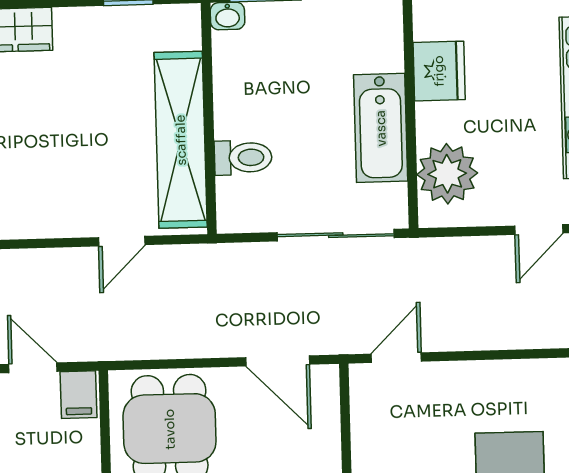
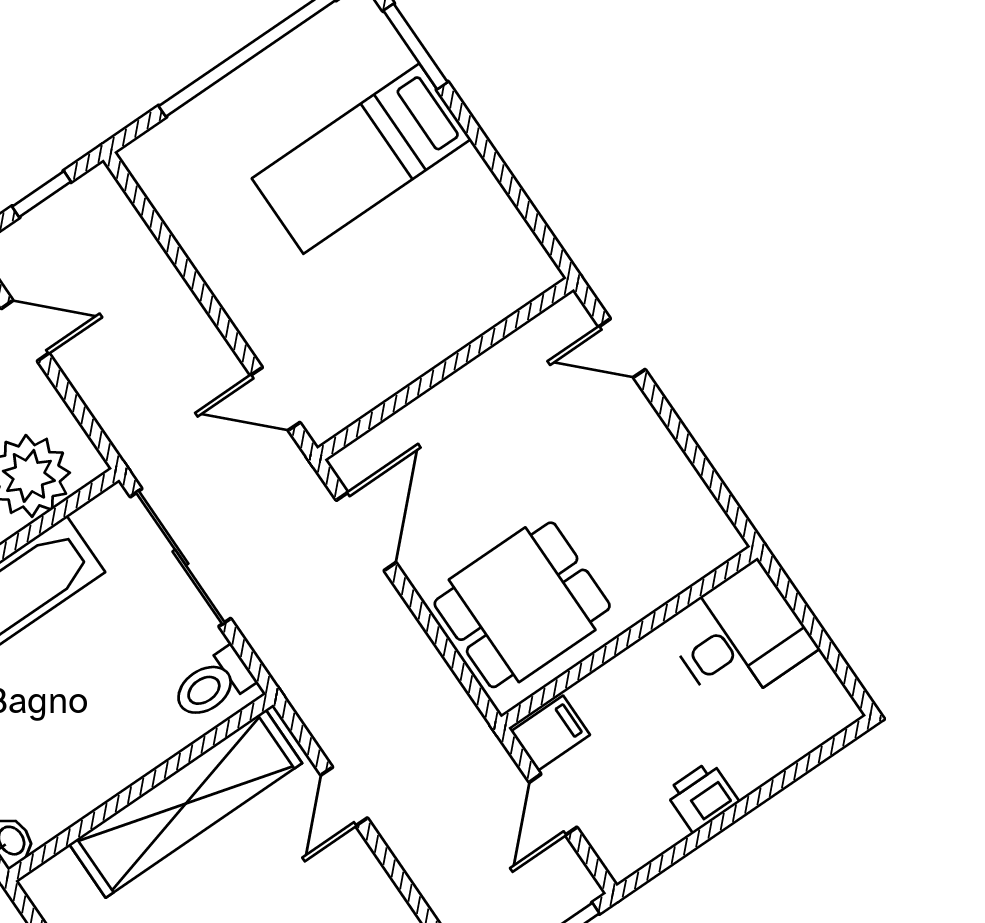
toilet: (243, 158) -> (213, 684), moved, turned -90
door: (122, 241) -> (344, 797), swing flipped

